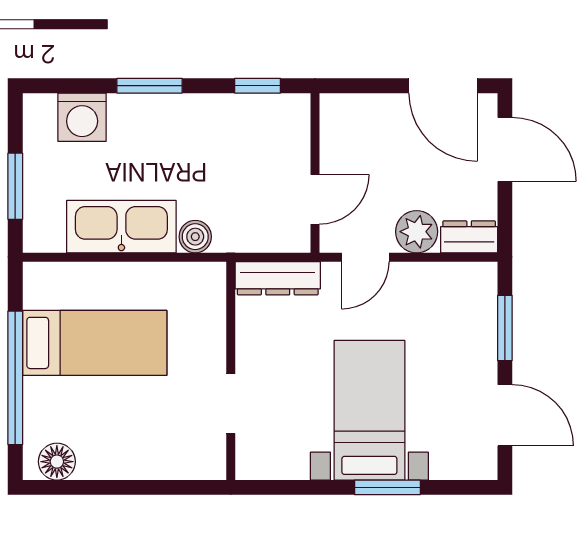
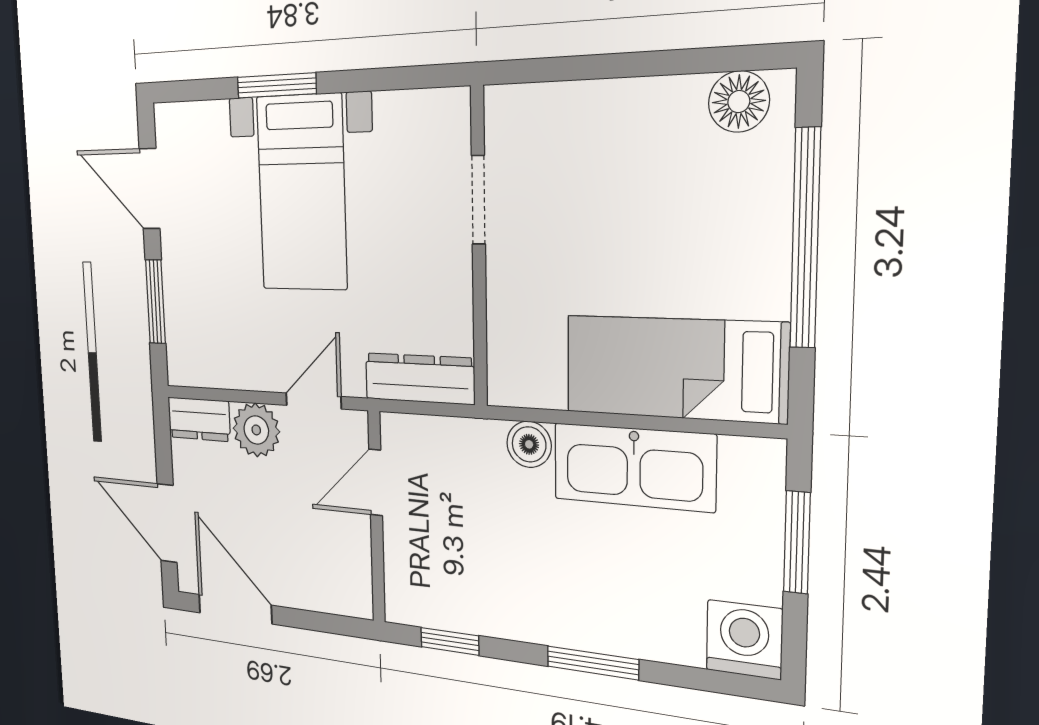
washing machine: (82, 117) -> (744, 640), moved
bed: (95, 343) -> (675, 368), moved

